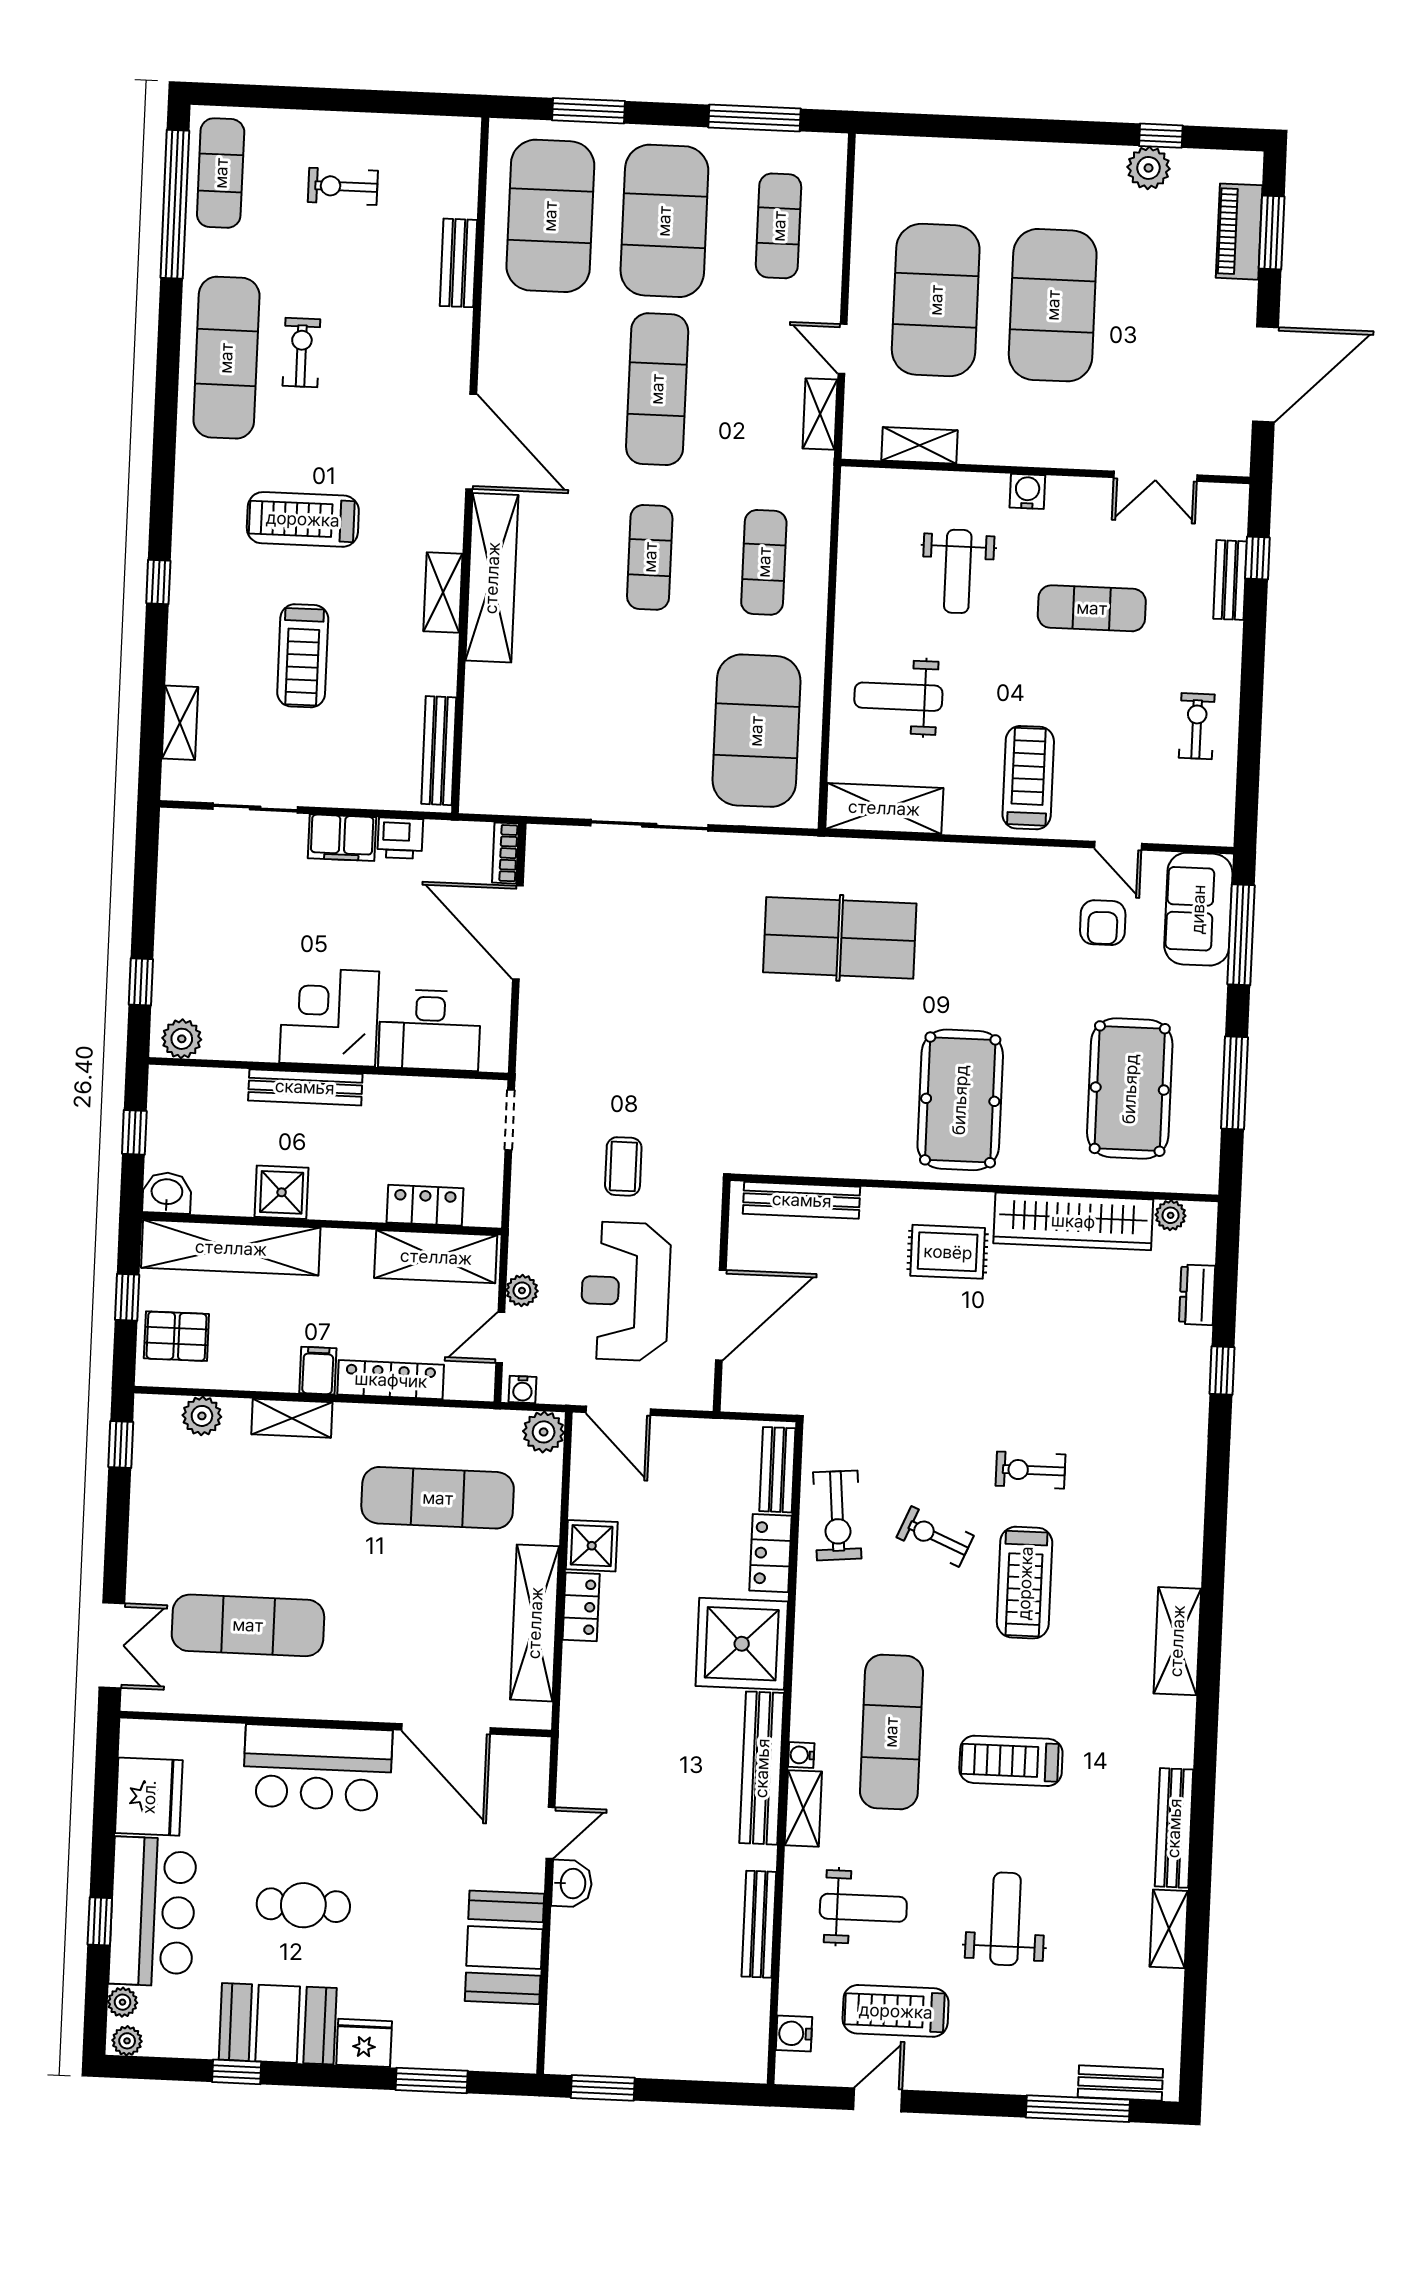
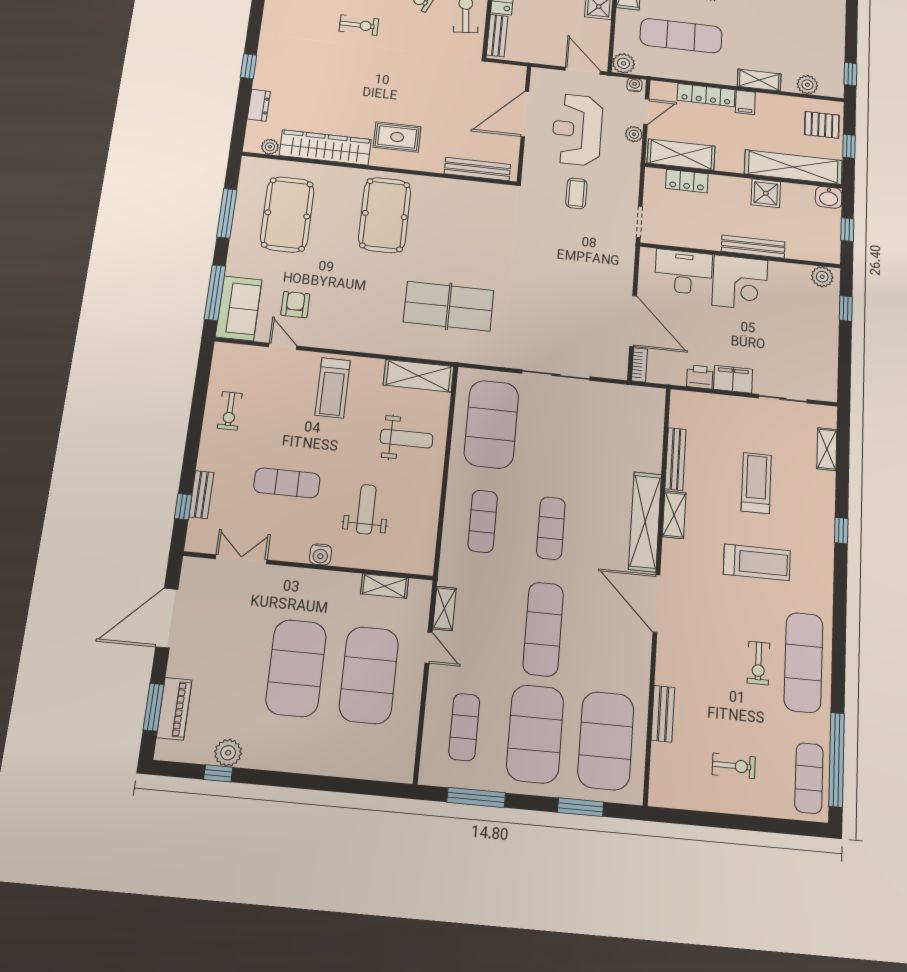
bench: (439, 751) -> (675, 459), moved
reception desk: (625, 1291) -> (577, 130), turned 180

